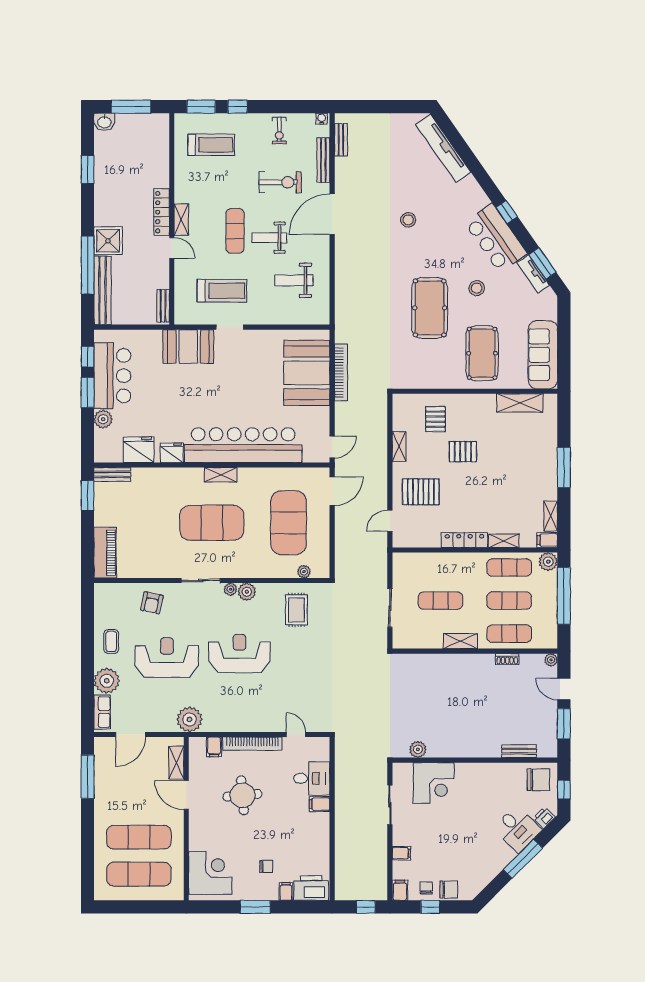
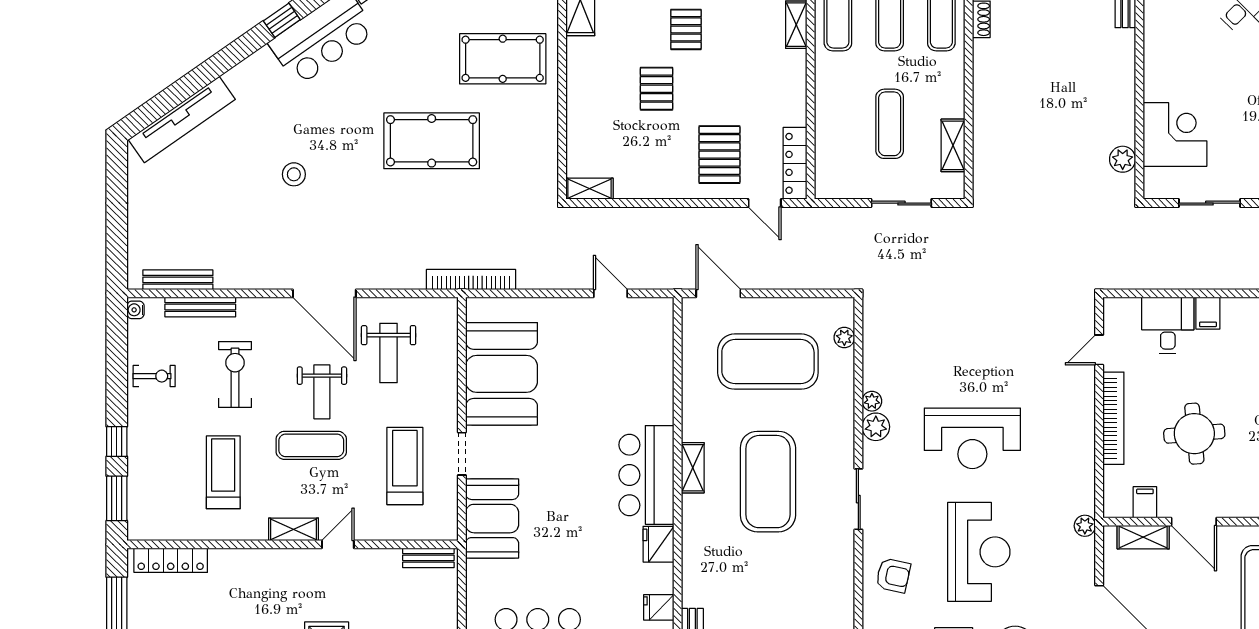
bench: (341, 140) -> (178, 280), width x1.36
treadmill: (211, 145) -> (223, 472), moved
locker: (162, 212) -> (171, 560), moved
door: (332, 214) -> (324, 293), moved
stool: (477, 288) -> (401, 67), removed
bookcase: (341, 372) -> (471, 279), moved
booth: (307, 373) -> (501, 374), moved, turned 90
pallet: (435, 419) -> (686, 29), moved, turned 90
bar counter: (243, 445) -> (646, 475), width x0.54
door: (332, 447) -> (610, 293), moved
shelving: (399, 447) -> (589, 189), moved
fridge: (139, 450) -> (659, 607), width x0.53, depth x0.75
locker: (464, 540) -> (795, 163), moved
plant: (230, 589) -> (872, 401), moved
rug: (296, 610) -> (904, 349), removed
shelving: (460, 641) -> (953, 145), moved
reception desk: (239, 653) -> (972, 438), turned -90
reception desk: (167, 658) -> (979, 552), turned 180
plant: (190, 719) -> (1085, 526), width x0.53, depth x0.53
filing cabinet: (214, 747) -> (1145, 502), moved, turned -90
door: (186, 795) -> (1194, 522), hinge flipped

